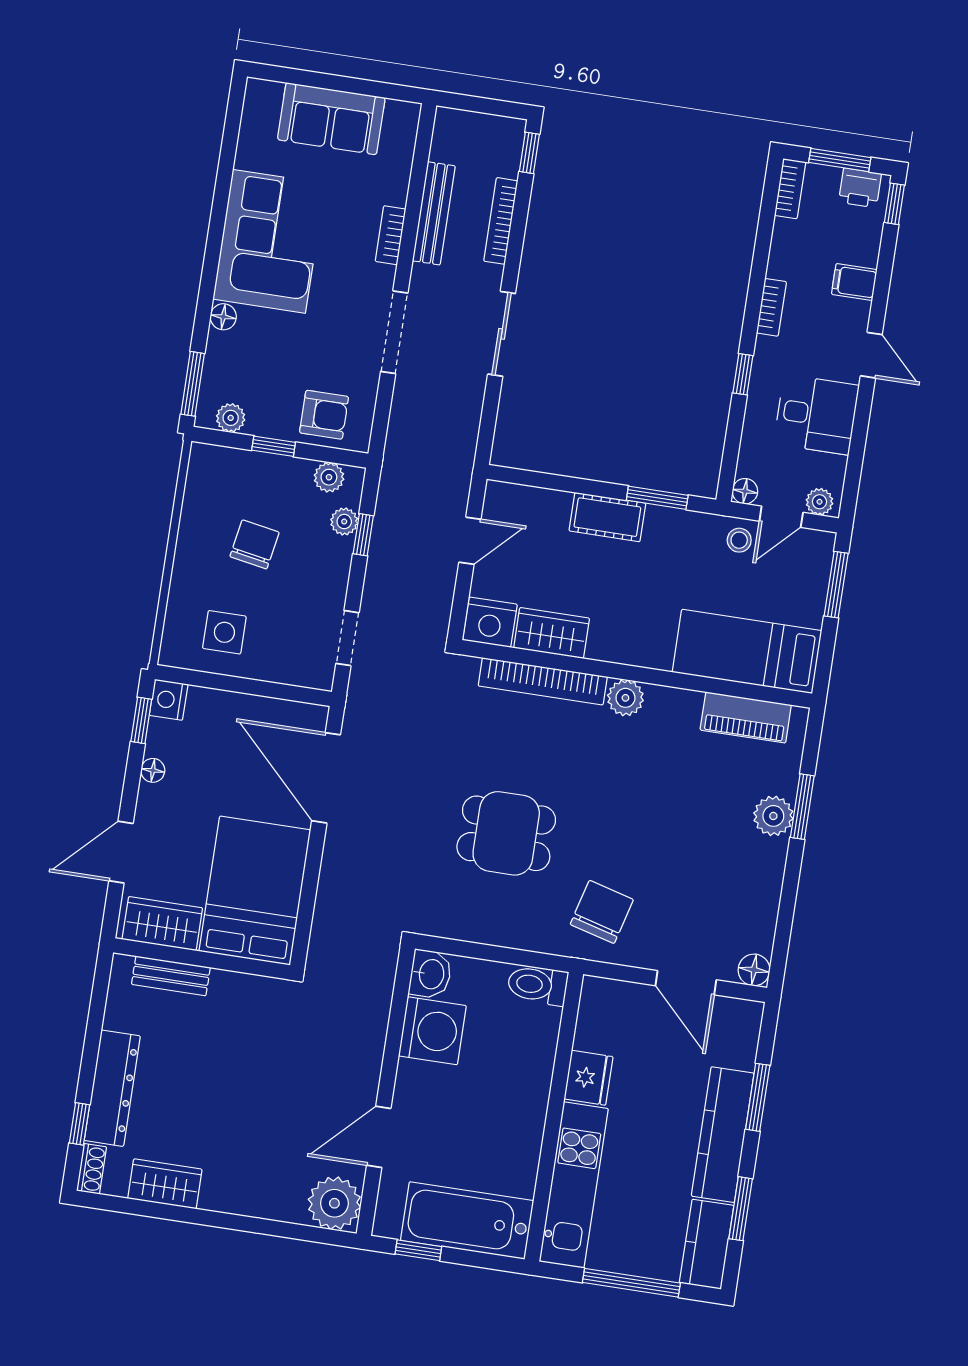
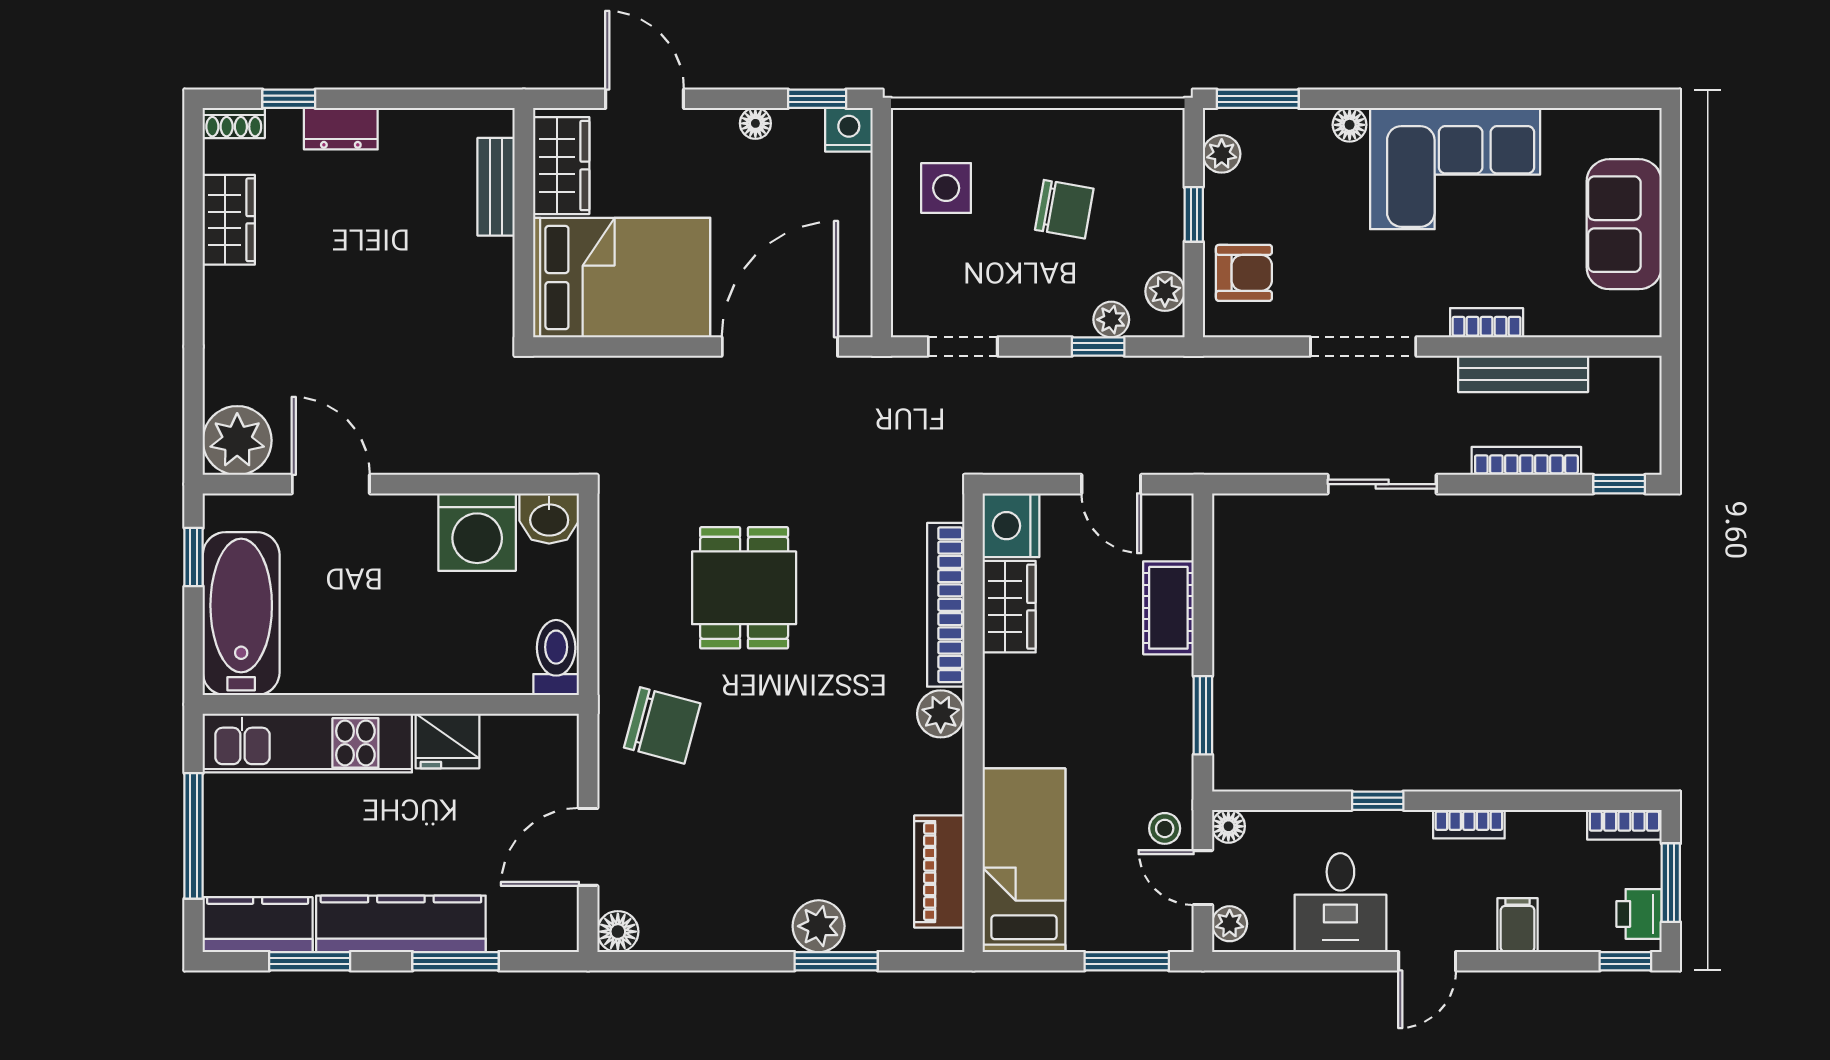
armchair: (324, 415) -> (1244, 273), turned -90
cot: (607, 517) -> (1168, 608), moved
dresser: (112, 1088) -> (341, 129), width x0.51, depth x0.80

